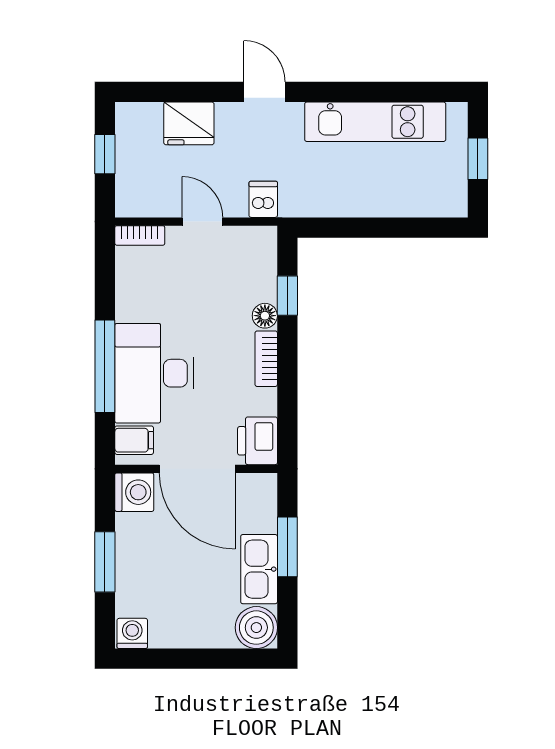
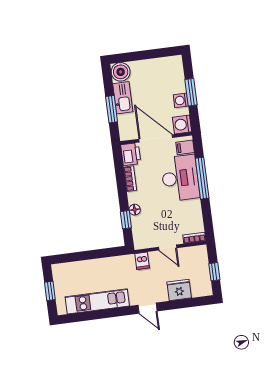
bookcase: (266, 359) -> (130, 179), moved
washing machine: (132, 633) -> (181, 100), moved, turned 90

